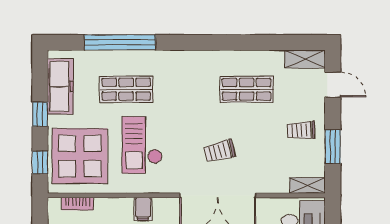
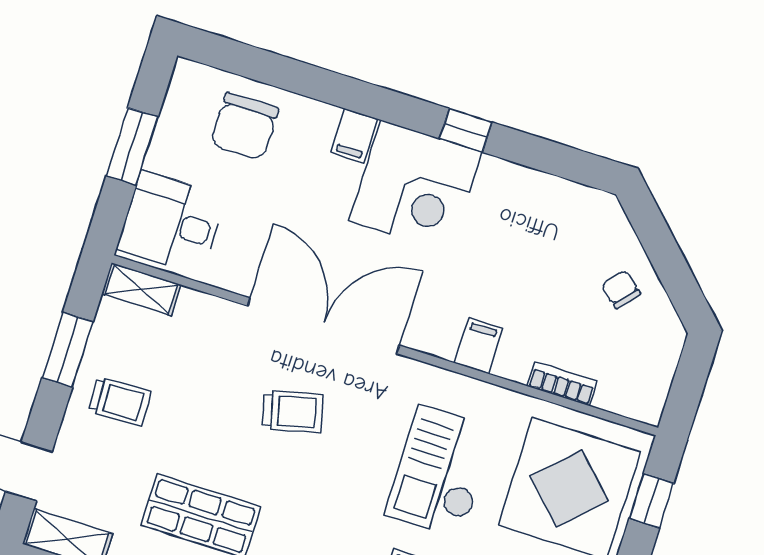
checkout: (142, 145) -> (440, 471), turned 180
bookcase: (77, 204) -> (562, 384), moved

